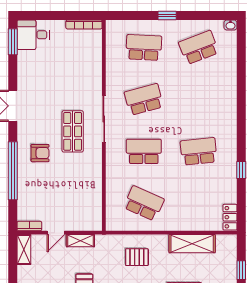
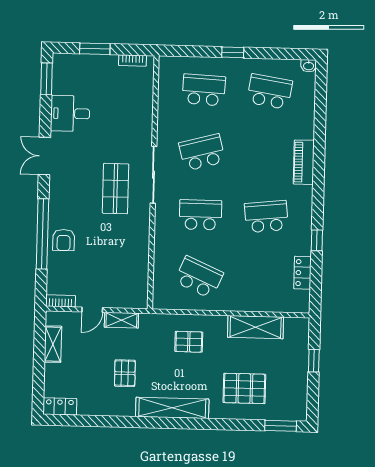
window: (52, 15) -> (95, 49), added
bookcase: (84, 24) -> (133, 60), width x0.64
desk: (33, 35) -> (70, 114), moved
school desk: (199, 47) -> (270, 92), turned 30
piano: (229, 105) -> (304, 162), added
armchair: (40, 153) -> (64, 240), moved, turned 90
locker: (230, 217) -> (303, 273), moved
shelving: (24, 250) -> (53, 344), moved

